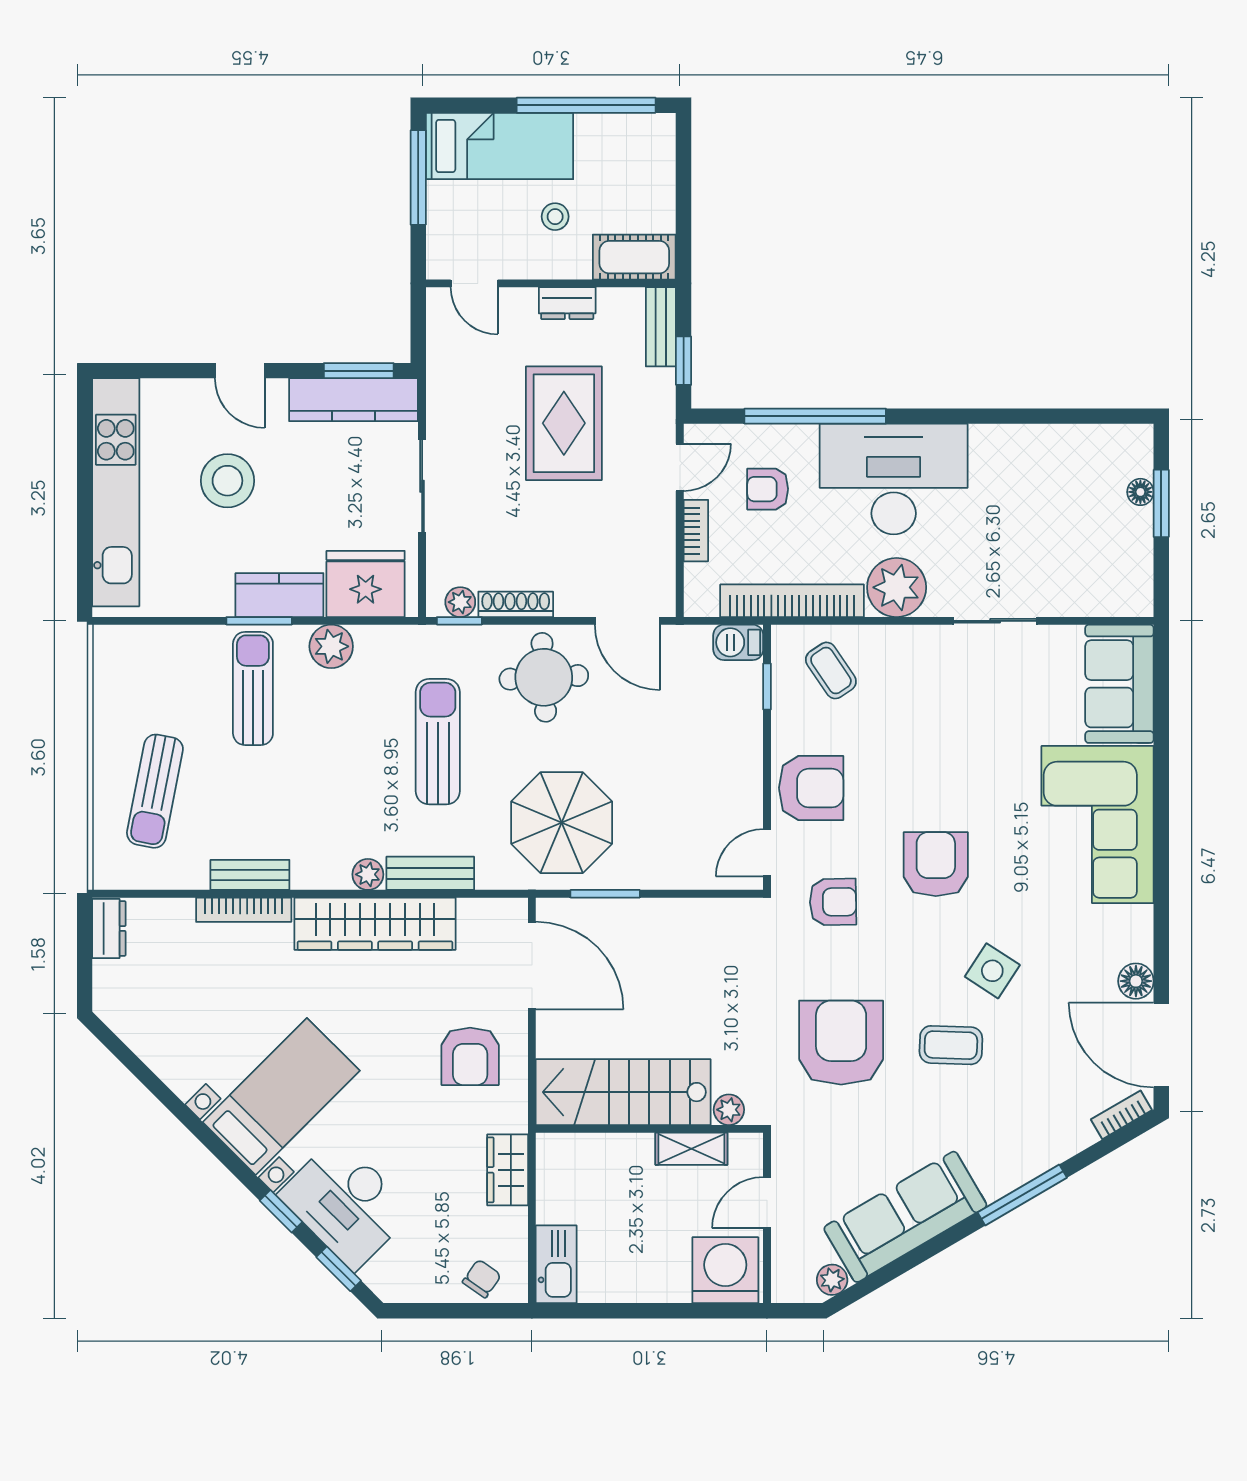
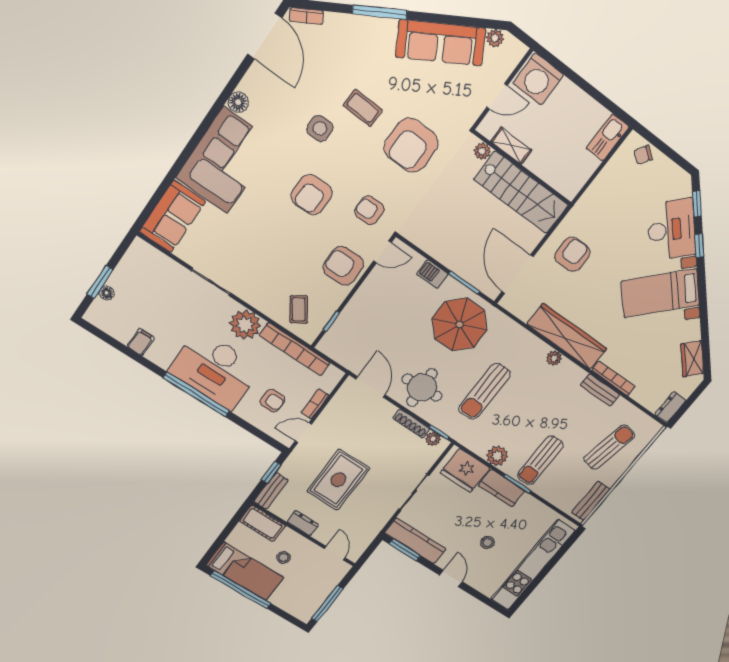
bed: (499, 146) -> (245, 571), moved, turned 180
window: (815, 416) -> (196, 395), moved
filing cabinet: (1038, 446) -> (141, 342), added
stool: (227, 481) -> (487, 542), width x0.53, depth x0.53
barbecue: (738, 642) -> (432, 274), moved, turned 180
bench: (430, 873) -> (591, 501), moved, turned 90
side table: (992, 971) -> (320, 128), turned -33
floor lamp: (1136, 981) -> (238, 102), moved
wardrobe: (508, 1170) -> (692, 359), moved, turned 135

